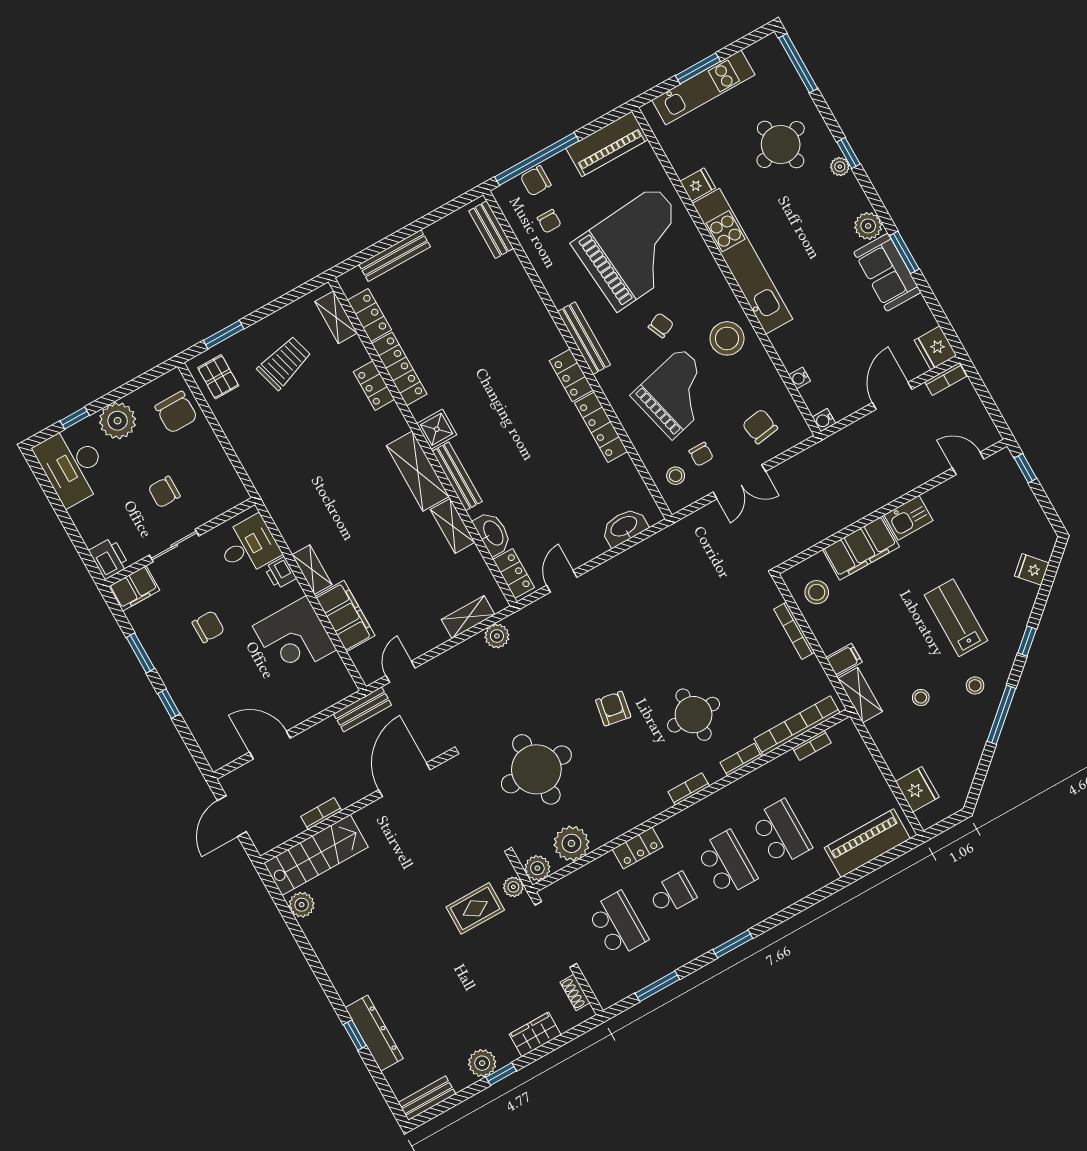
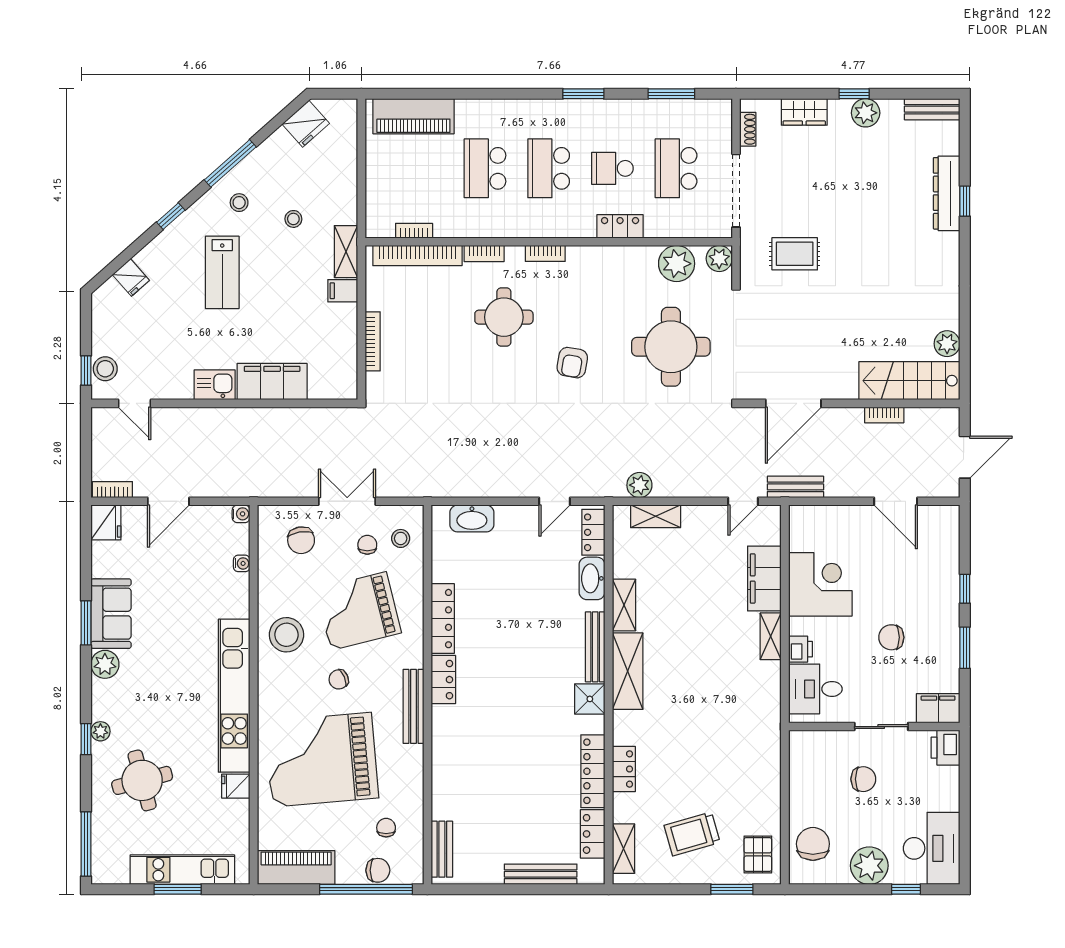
stool: (817, 592) -> (105, 369), moved
fridge: (917, 789) -> (306, 124), moved, turned -132
plant: (513, 887) -> (750, 254), removed

